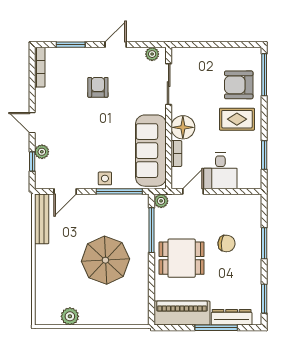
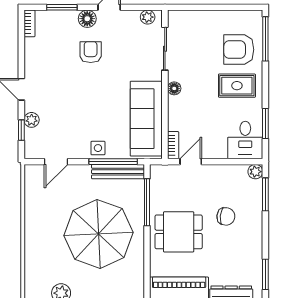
floor lamp: (95, 56) -> (87, 19), added
bookcase: (40, 67) -> (29, 23), width x0.64
floor lamp: (183, 127) -> (174, 88), width x0.53, depth x0.53
bookcase: (176, 154) -> (173, 145), moved
desk: (220, 171) -> (245, 140), moved
plant: (161, 201) -> (255, 172), moved
bench: (42, 219) -> (118, 172), moved, turned 90
window: (264, 243) -> (265, 194), moved
parasol: (105, 260) -> (98, 234), width x1.36, depth x1.36

